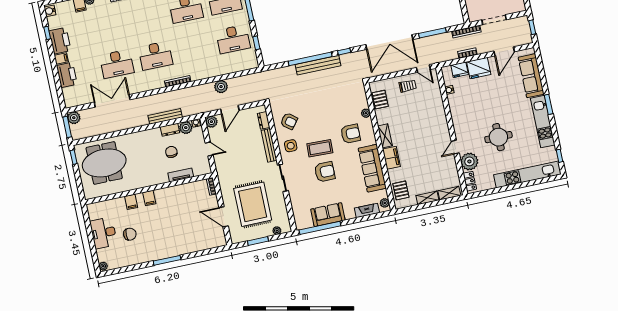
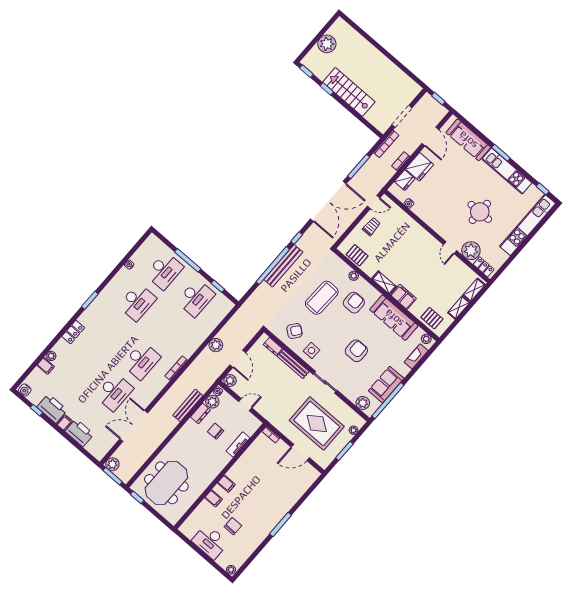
coffee table: (320, 148) -> (322, 298), moved, width x1.36, depth x1.32
plant: (299, 215) -> (363, 403), added

